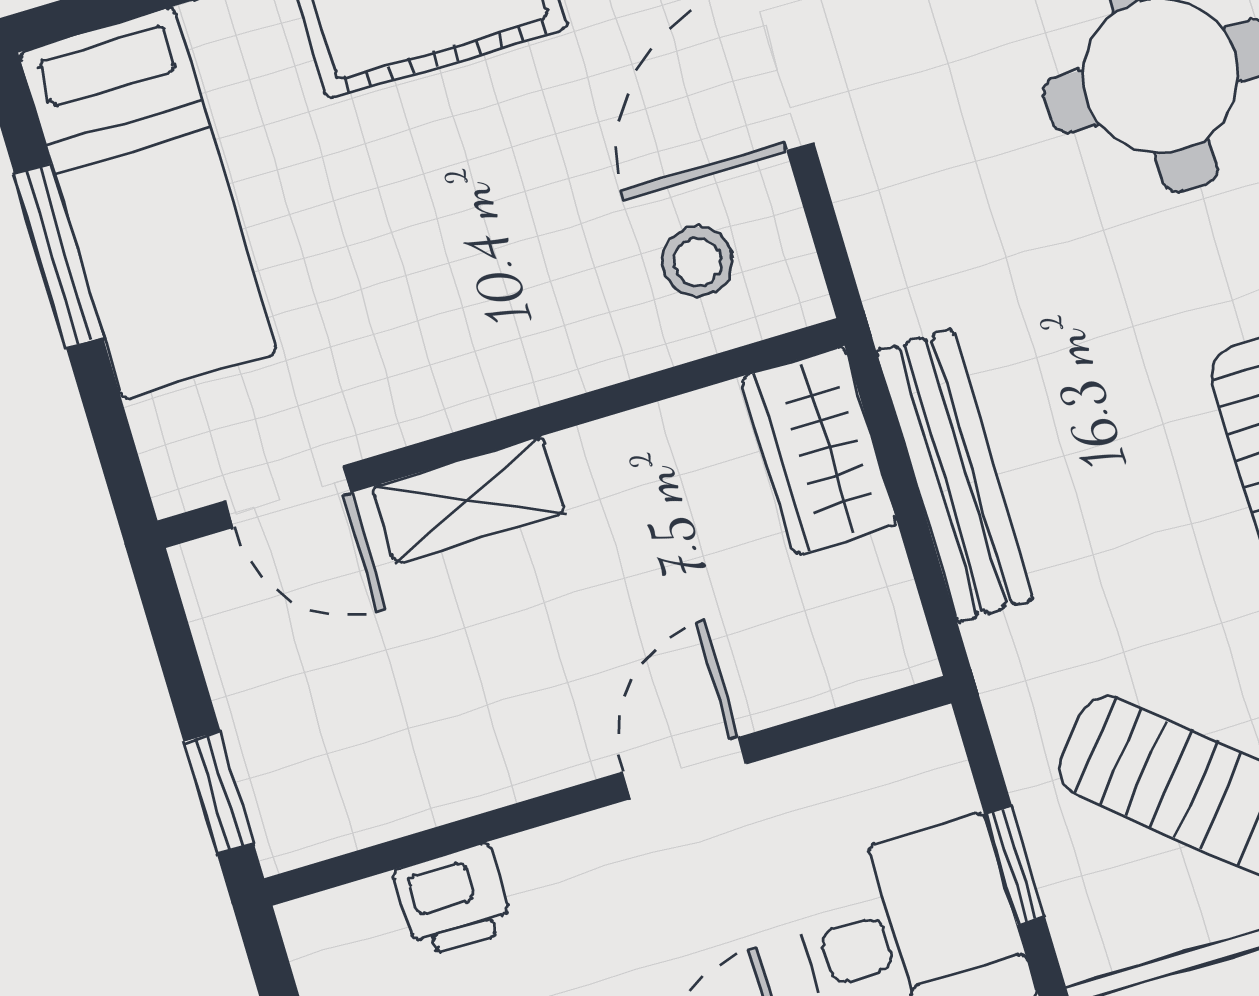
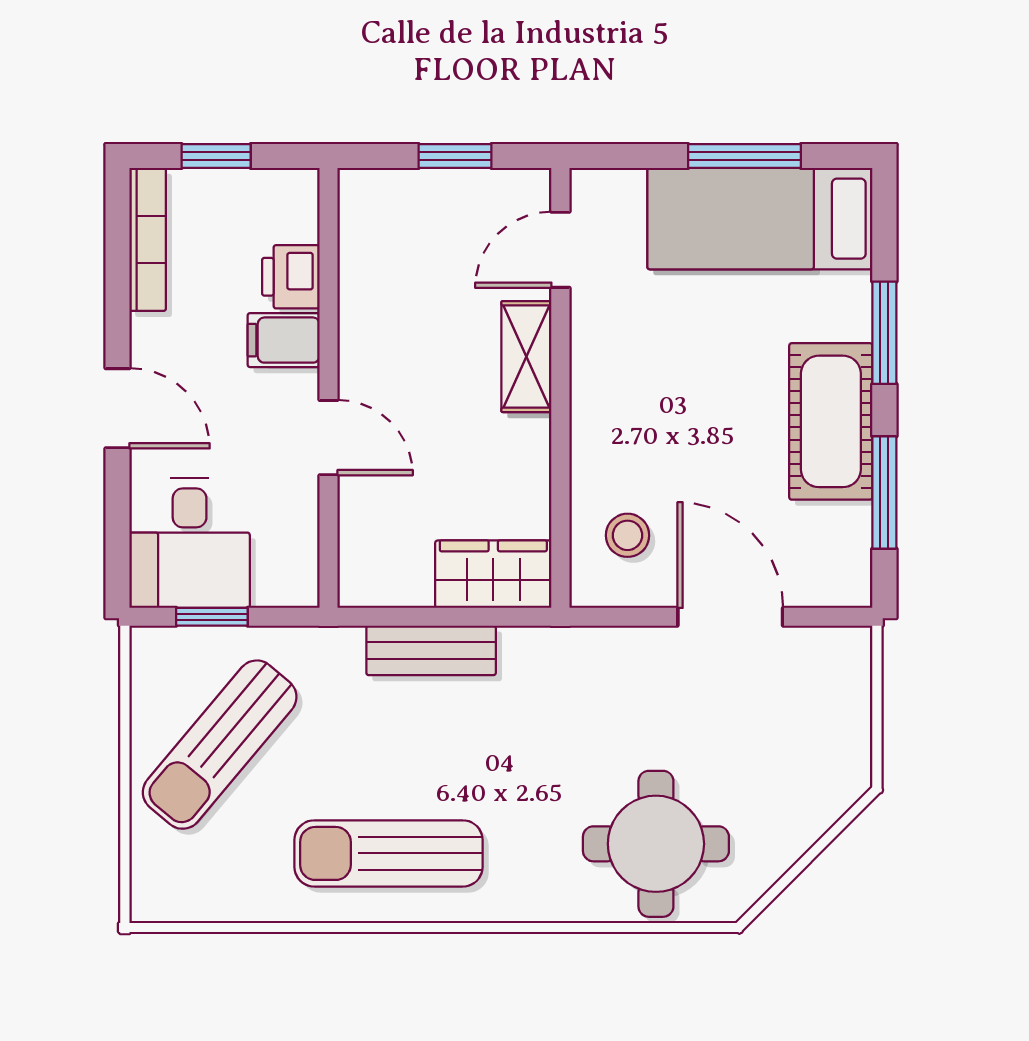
bench: (955, 475) -> (431, 650), width x0.73
window: (219, 792) -> (455, 156), moved
filing cabinet: (555, 882) -> (284, 340), added

